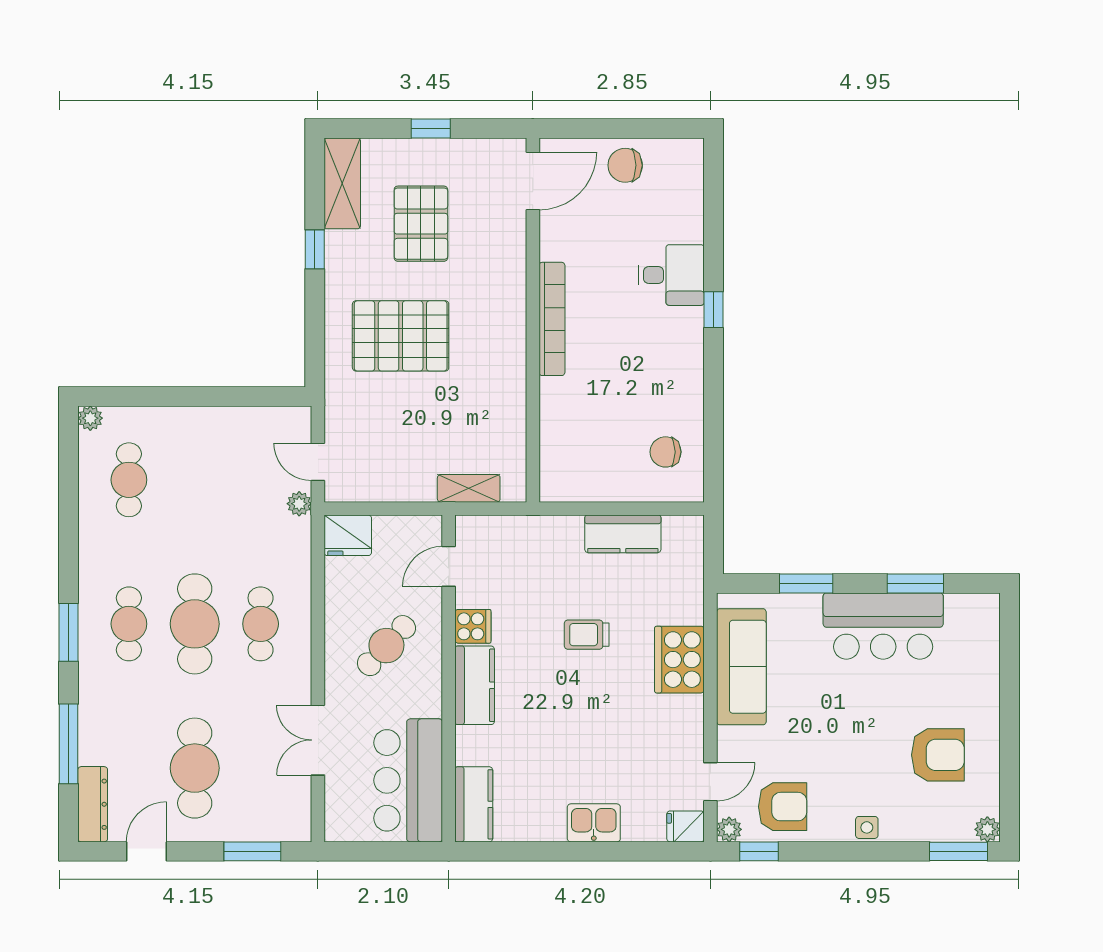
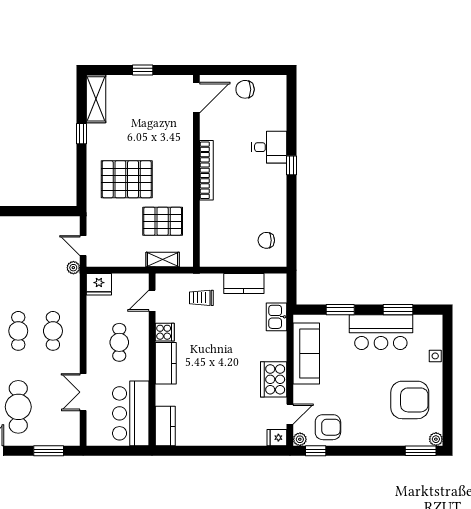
pallet: (421, 224) -> (163, 221), moved, turned 90
cafe table: (195, 624) -> (18, 331), width x0.73, depth x0.74
trolley: (587, 635) -> (201, 298), moved
cafe table: (386, 646) -> (119, 342), turned -43
cooker: (679, 660) -> (274, 379), moved
armchair: (938, 755) -> (410, 400), width x1.36, depth x1.36
kitchen sink: (594, 823) -> (277, 317), moved, turned -90
side table: (867, 827) -> (435, 356), moved

